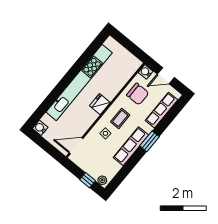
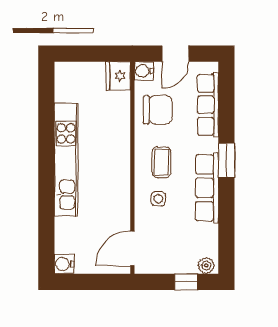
kitchen unit: (79, 82) -> (66, 160), width x0.73
fridge: (100, 104) -> (118, 76), moved

